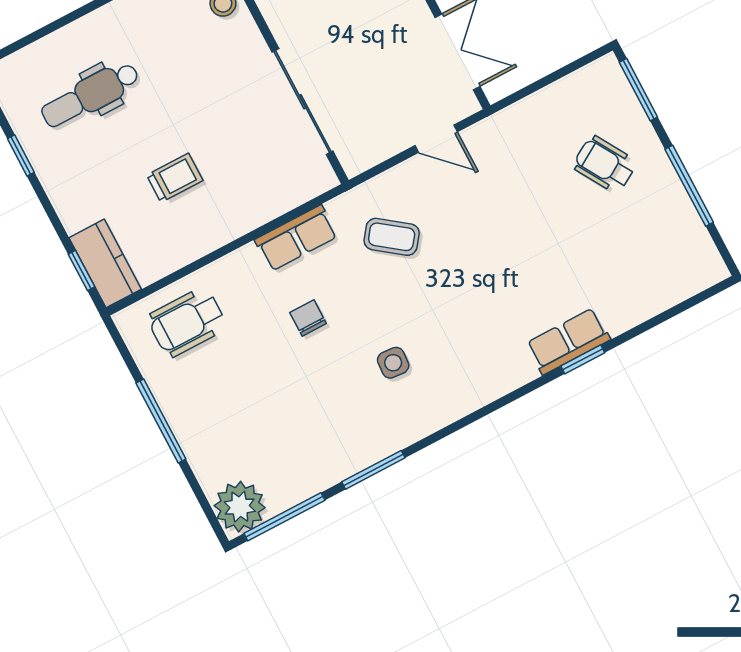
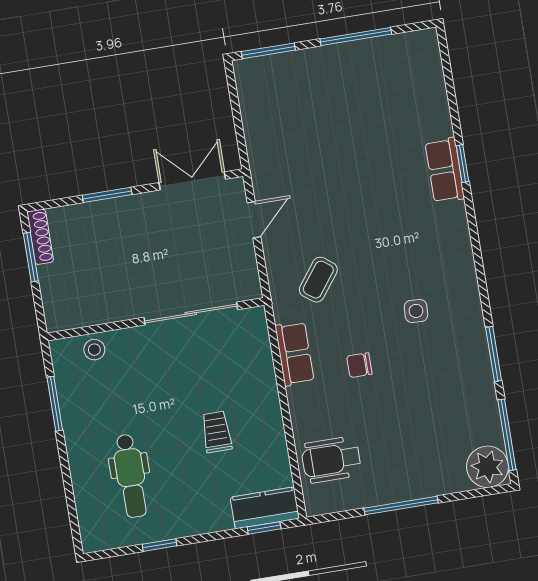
wheelchair: (605, 164) -> (317, 96), removed
wheelchair: (187, 322) -> (331, 460), turned 90

